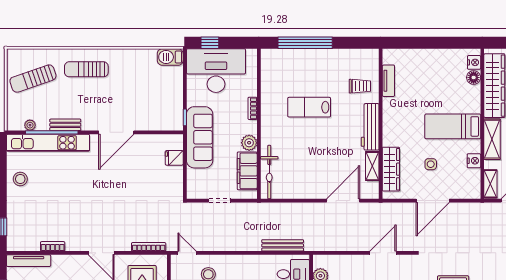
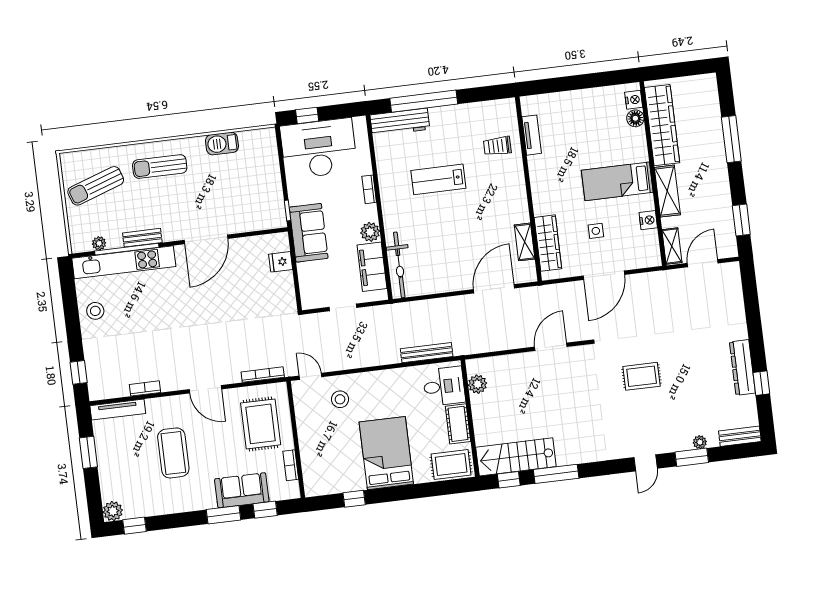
barbecue: (170, 57) -> (222, 144), moved
trolley: (360, 86) -> (497, 146), turned 180
workbench: (370, 127) -> (400, 122), moved, turned -90
sofa: (200, 137) -> (309, 233), width x0.73

